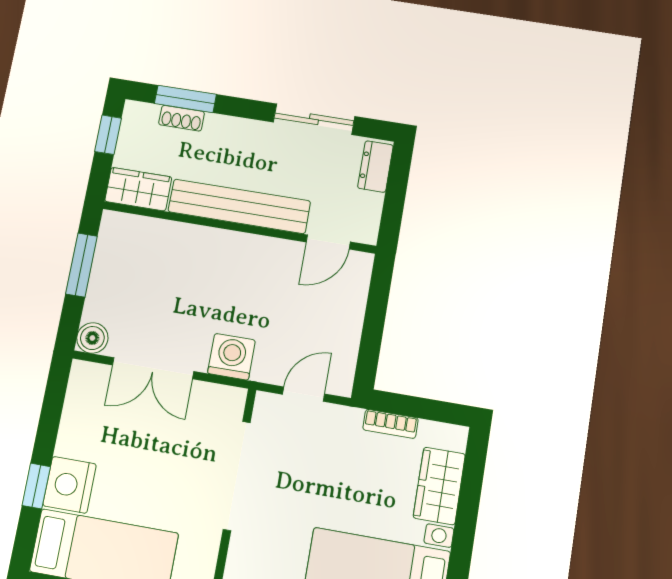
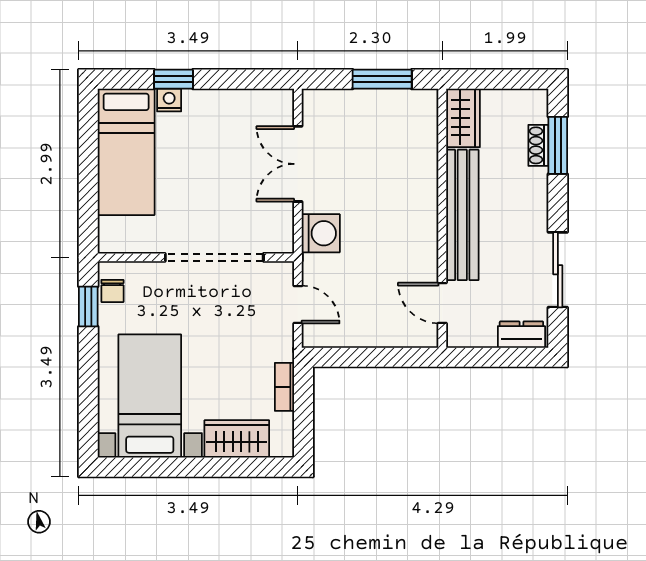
window: (108, 135) -> (511, 79), removed
boiler: (92, 338) -> (316, 103), removed
nightstand: (70, 485) -> (169, 100), width x0.53, depth x0.56

